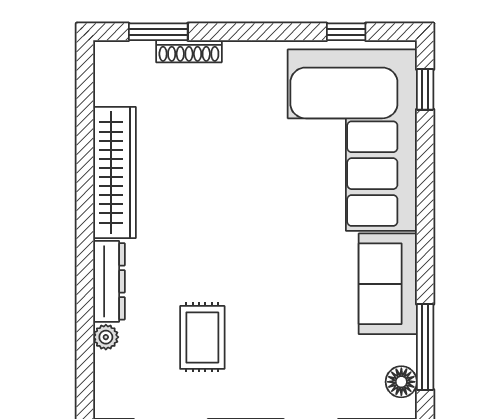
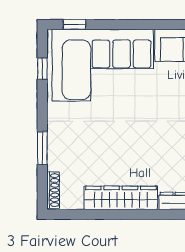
window: (158, 32) -> (42, 148), moved
shoe rack: (189, 51) -> (53, 190), moved

